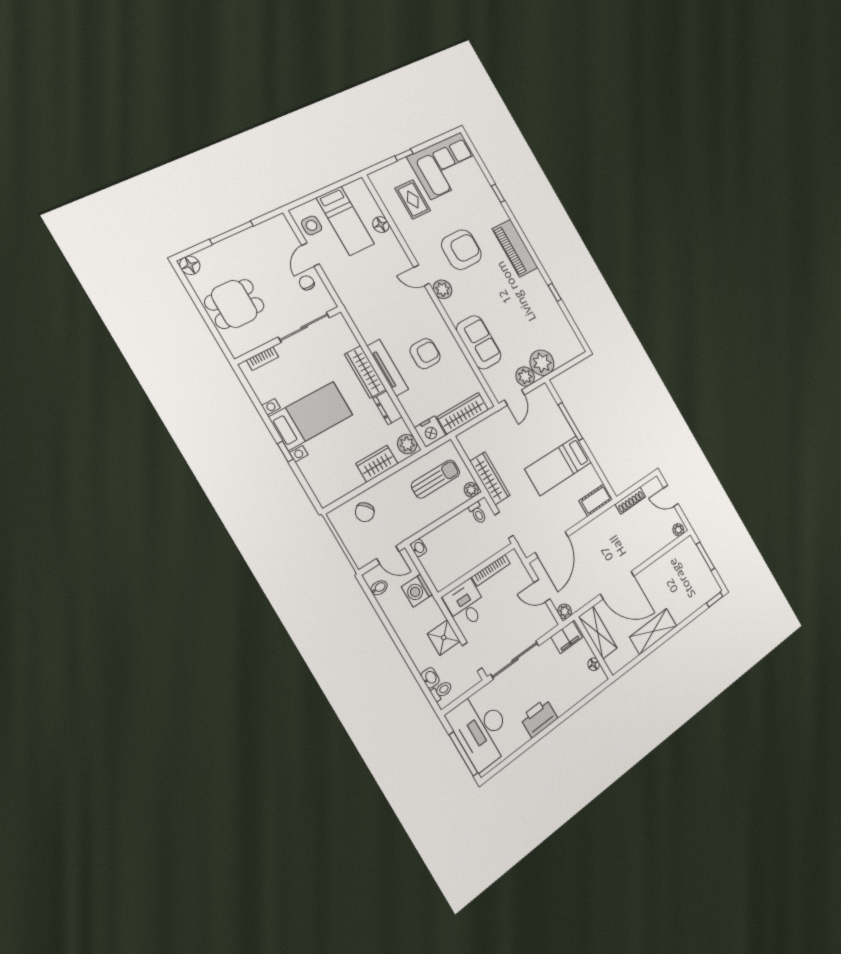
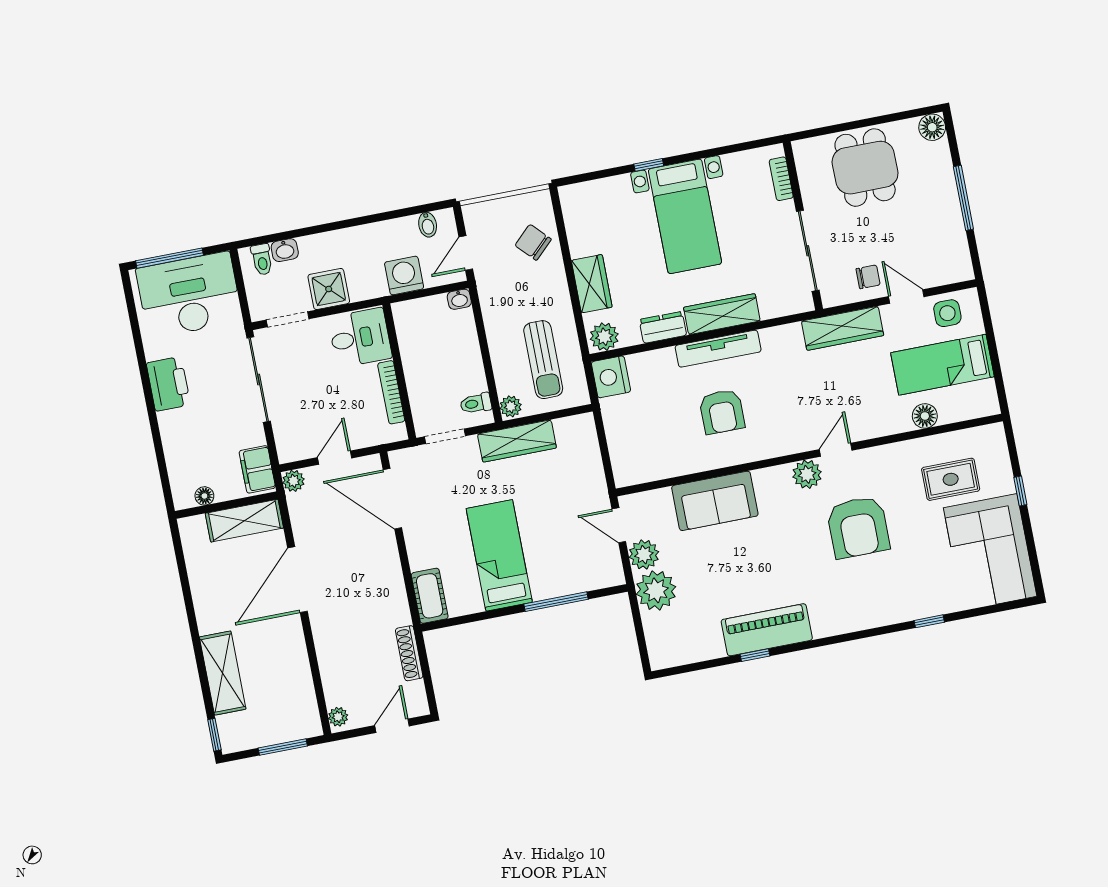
piano: (515, 248) -> (767, 630), moved
wardrobe: (463, 413) -> (843, 328), moved, turned 90
shelving: (653, 631) -> (223, 673), moved

